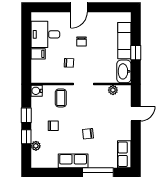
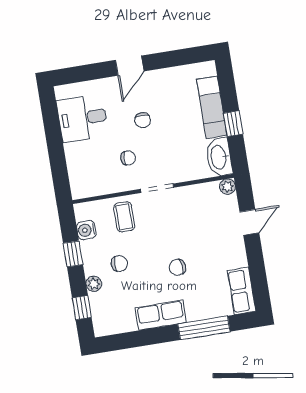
filing cabinet: (38, 54) -> (76, 152), removed
plant: (113, 90) -> (228, 187), moved
water cooler: (37, 91) -> (86, 230), moved
window: (26, 137) -> (82, 308), moved
plant: (36, 146) -> (94, 284), moved

